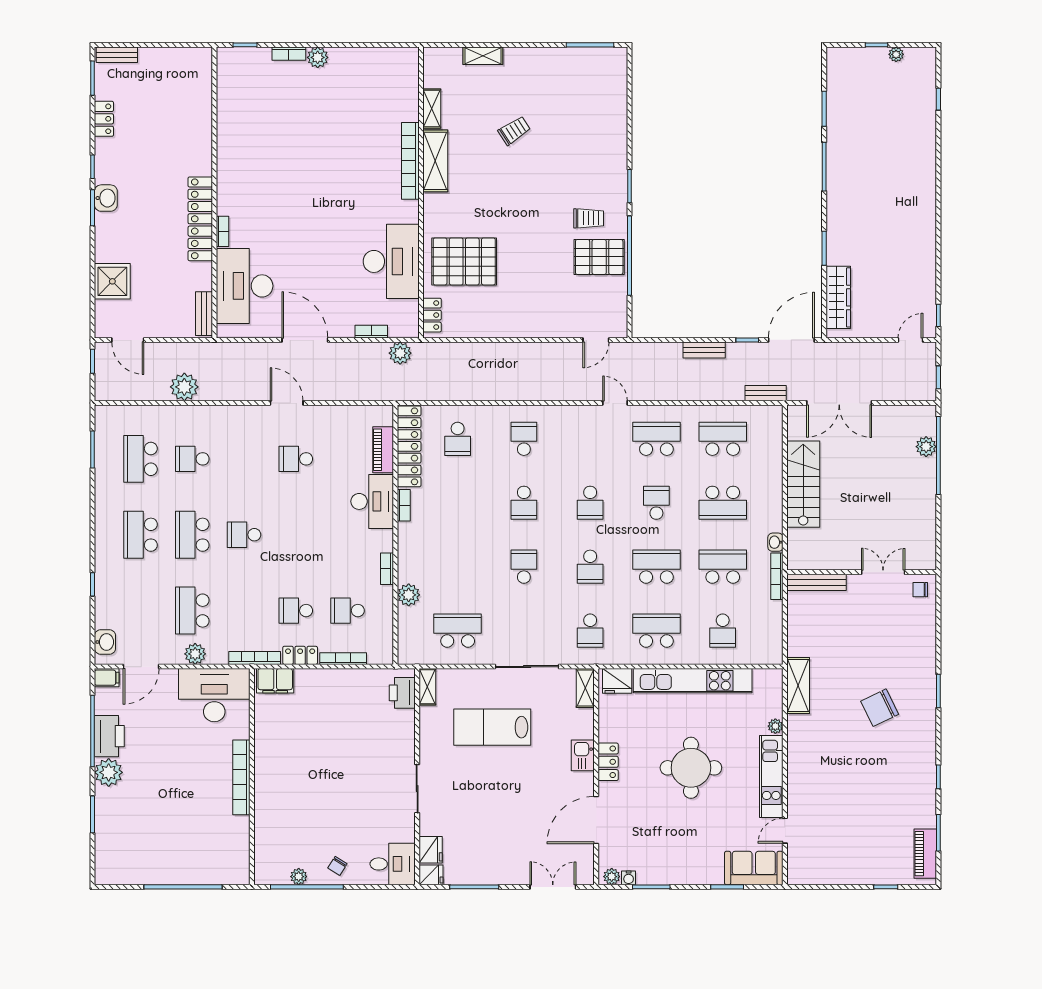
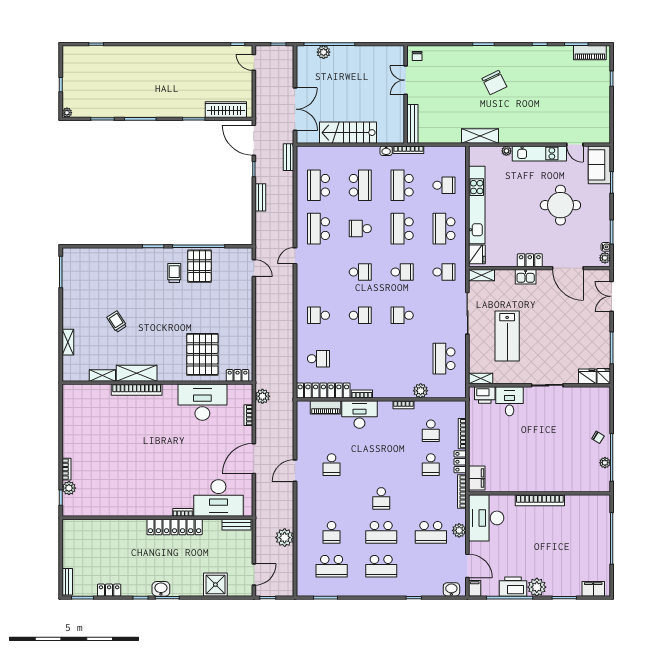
plant: (896, 54) -> (67, 113), moved
plant: (318, 57) -> (69, 488), moved
round table: (691, 768) -> (560, 205), moved
filing cabinet: (106, 859) -> (593, 589), added
desk: (393, 864) -> (510, 401), moved

